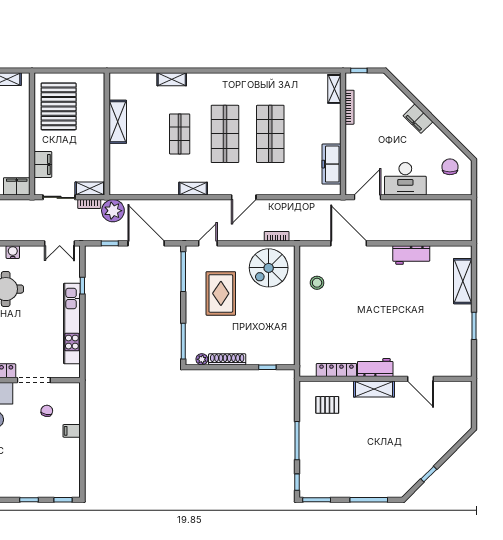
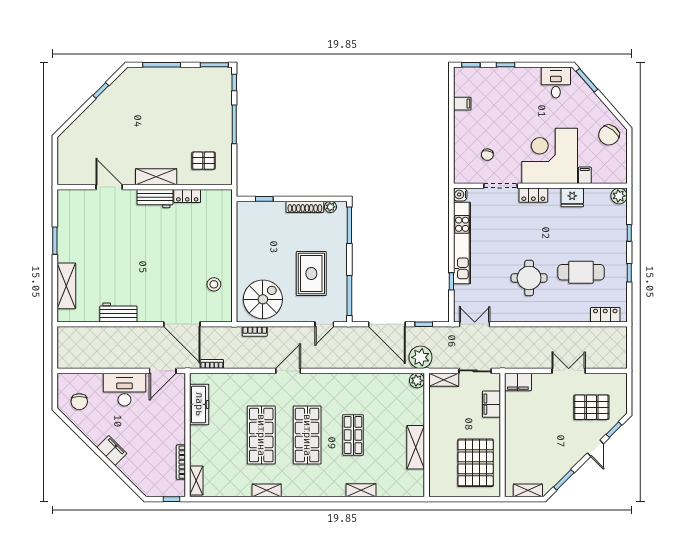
plant: (116, 188) -> (417, 381), added
shelving: (193, 189) -> (267, 490), moved
bookcase: (89, 204) -> (212, 364), moved
water cooler: (13, 252) -> (460, 194), moved, turned 90
locker: (336, 370) -> (187, 196), width x0.66
filing cabinet: (72, 431) -> (462, 104), moved

